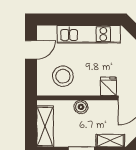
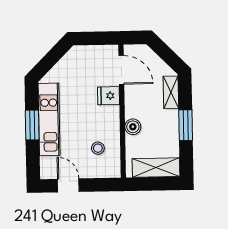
window: (84, 19) -> (32, 125), added
stool: (63, 76) -> (98, 148), width x0.53, depth x0.53

